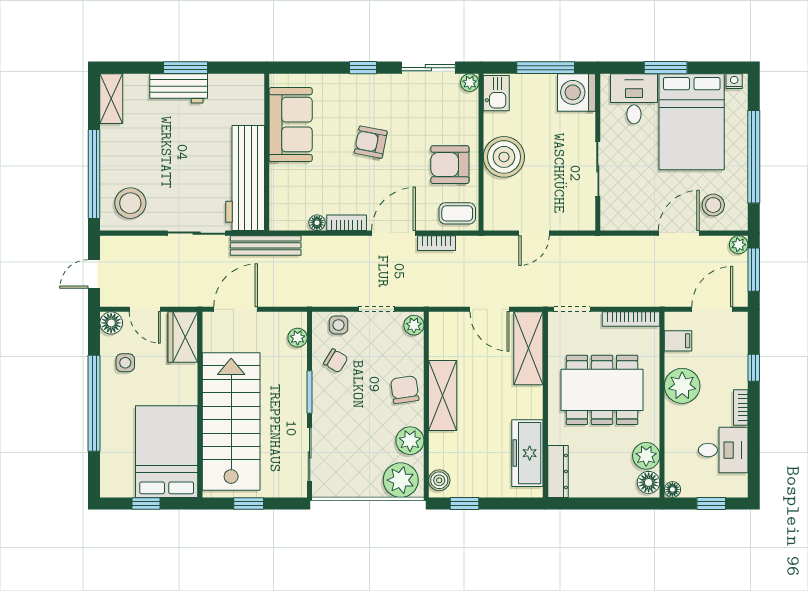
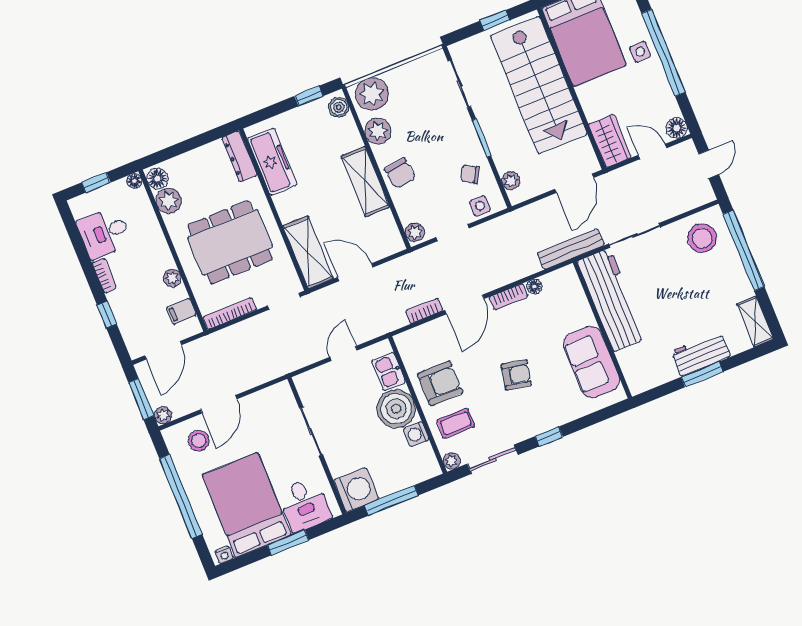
kitchen sink: (496, 93) -> (389, 371), moved
washing machine: (494, 124) -> (416, 434), added
coffee table: (457, 213) -> (456, 423), moved
side table: (125, 363) -> (640, 52), moved
plant: (682, 386) -> (172, 278), width x0.53, depth x0.53

